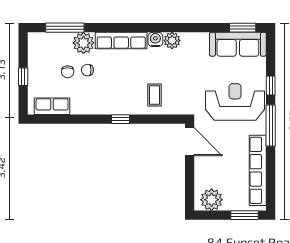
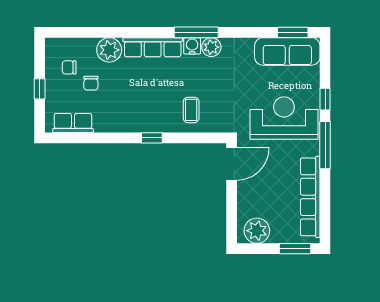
window: (65, 28) -> (196, 32), moved
chair: (87, 70) -> (69, 67), moved
door: (190, 142) -> (232, 164), hinge flipped

